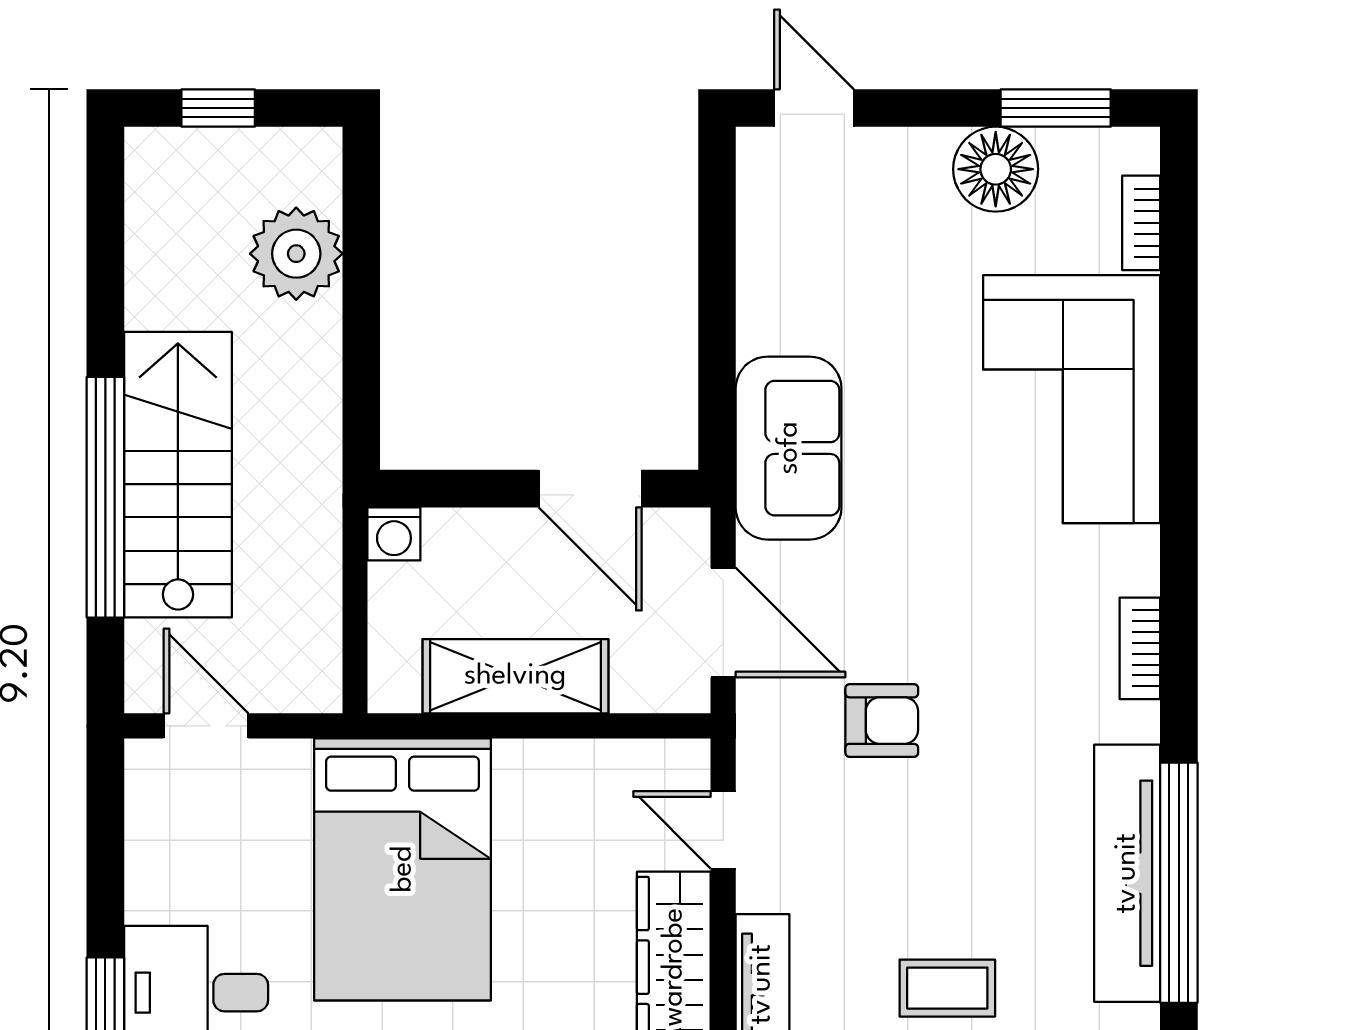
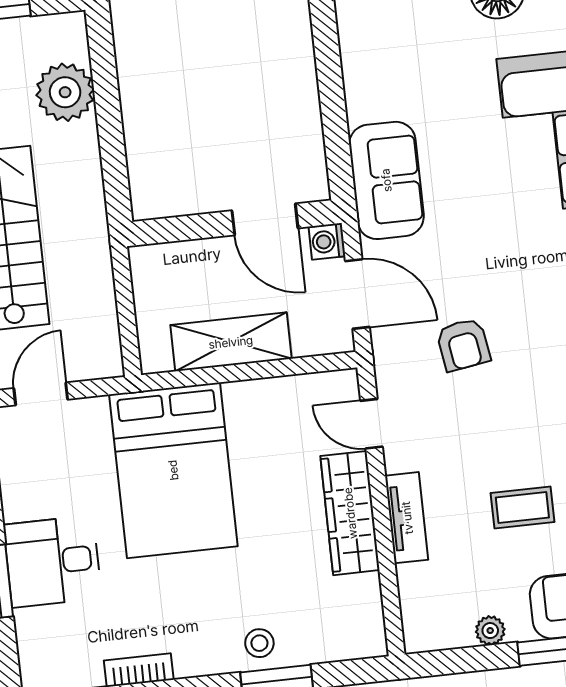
washing machine: (394, 534) -> (327, 242), moved, turned 90
armchair: (882, 721) -> (463, 345), turned 81
door: (206, 726) -> (41, 394), hinge flipped

